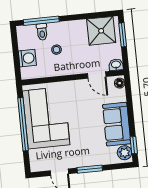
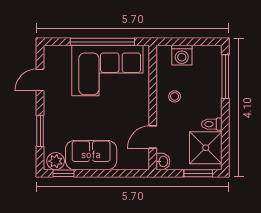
toilet: (42, 32) -> (212, 124), moved
stool: (56, 50) -> (175, 96), moved
floor lamp: (120, 83) -> (140, 164), removed
window: (90, 169) -> (40, 131), moved

